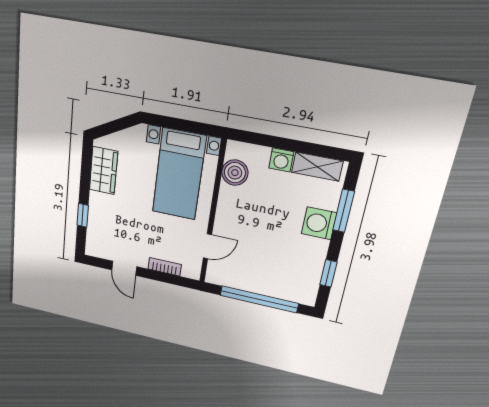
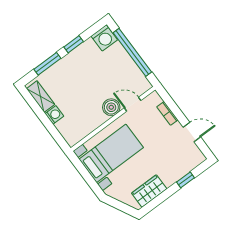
boiler: (235, 173) -> (111, 107), moved
washing machine: (319, 223) -> (104, 38), moved
door: (124, 268) -> (192, 132), hinge flipped
window: (328, 273) -> (74, 44), moved

